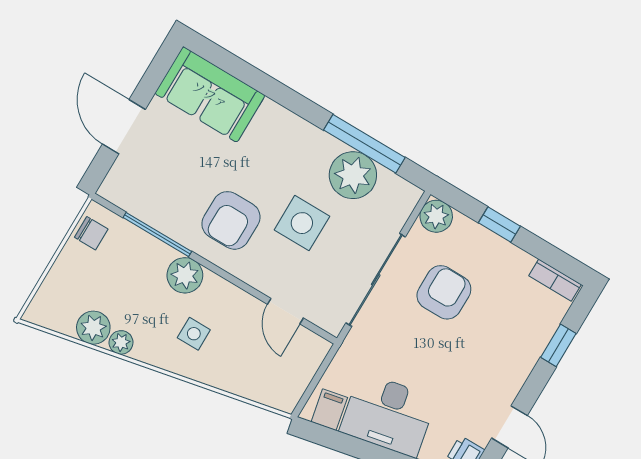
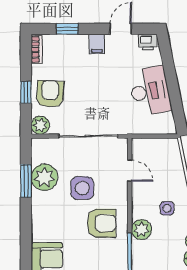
window: (364, 144) -> (26, 181), width x0.69
armchair: (444, 292) -> (50, 94), moved, turned 93
door: (285, 311) -> (130, 171), hinge flipped
filing cabinet: (329, 410) -> (97, 44), moved, turned -78

